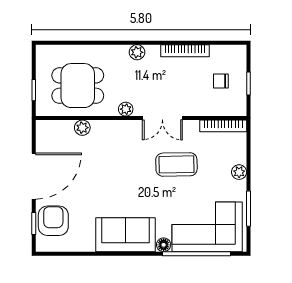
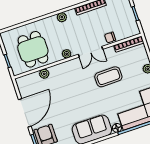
chair: (221, 81) -> (110, 37), moved
dining table: (78, 86) -> (33, 49), turned 90

